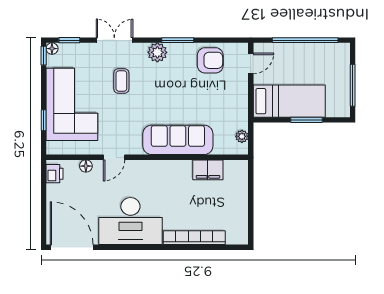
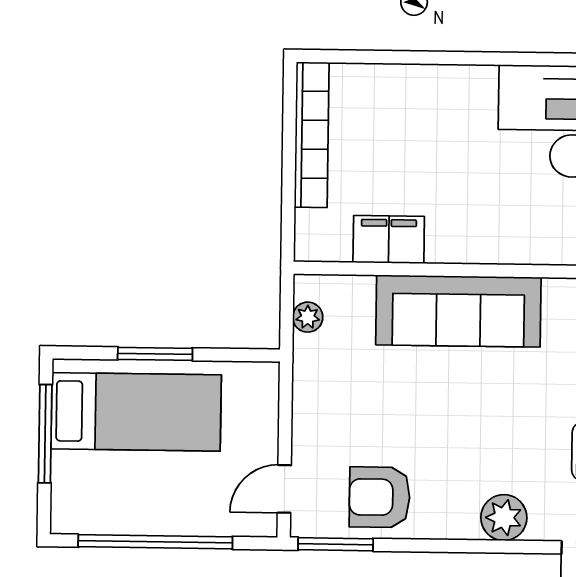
window: (178, 40) -> (336, 544), moved
bed: (289, 101) -> (136, 412), moved, turned 180
bookcase: (194, 238) -> (312, 135), moved, turned -90

